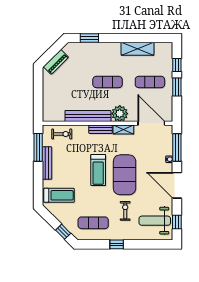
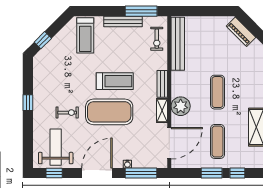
bench: (88, 116) -> (178, 44), moved
treadmill: (98, 170) -> (115, 81), turned 180
exercise mat: (93, 223) -> (53, 75), removed

